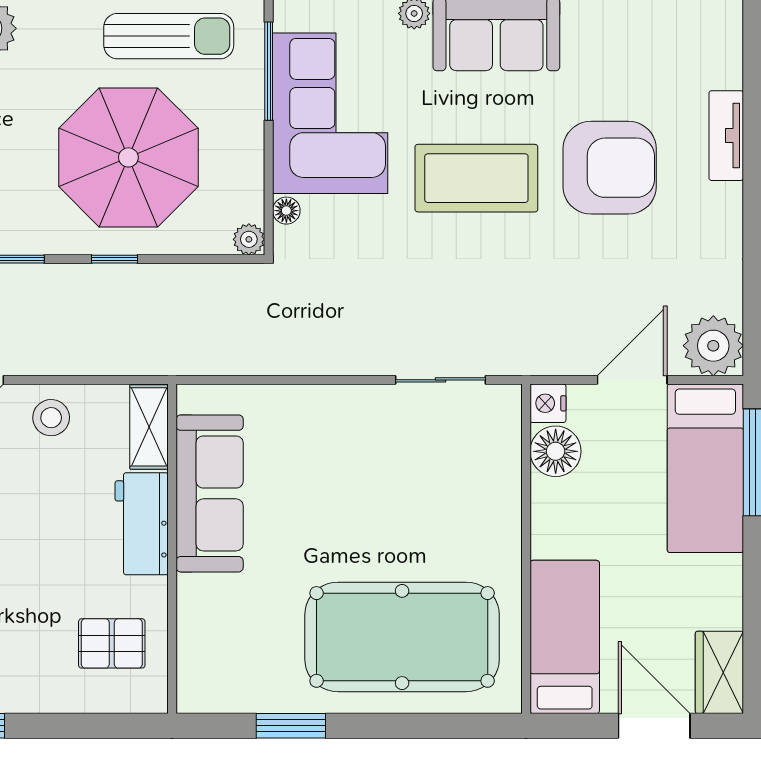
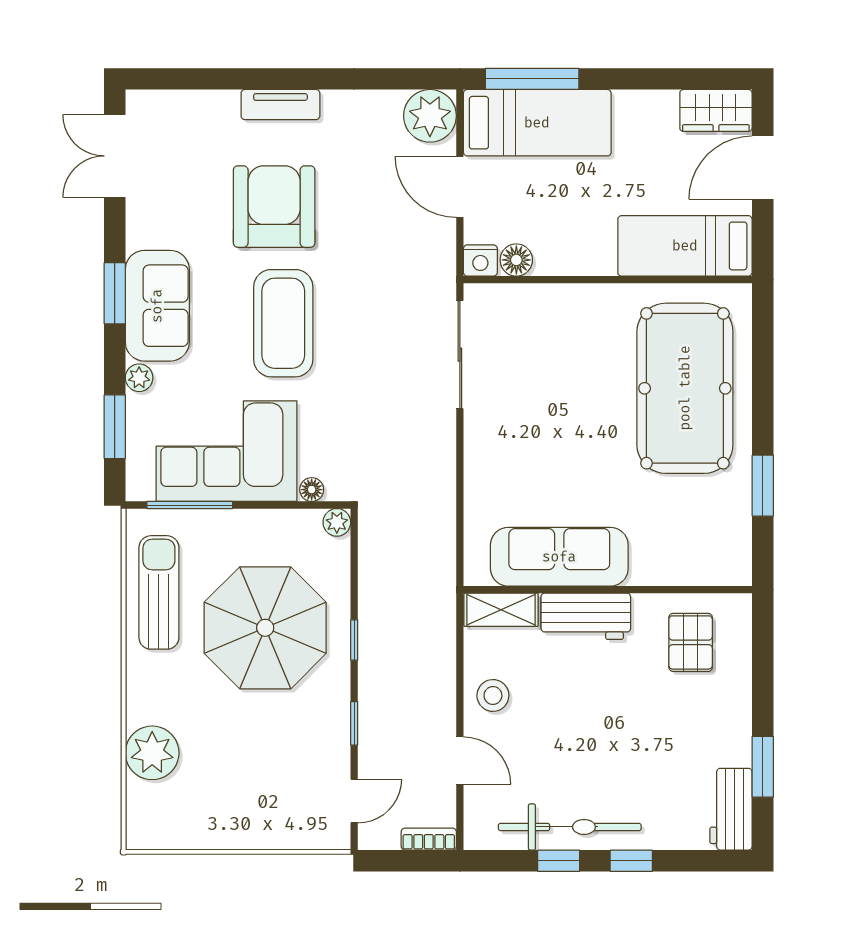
tv unit: (726, 136) -> (280, 105), moved
sliding door: (440, 380) -> (460, 355), width x1.37
floor lamp: (556, 451) -> (516, 260), width x0.73, depth x0.73

